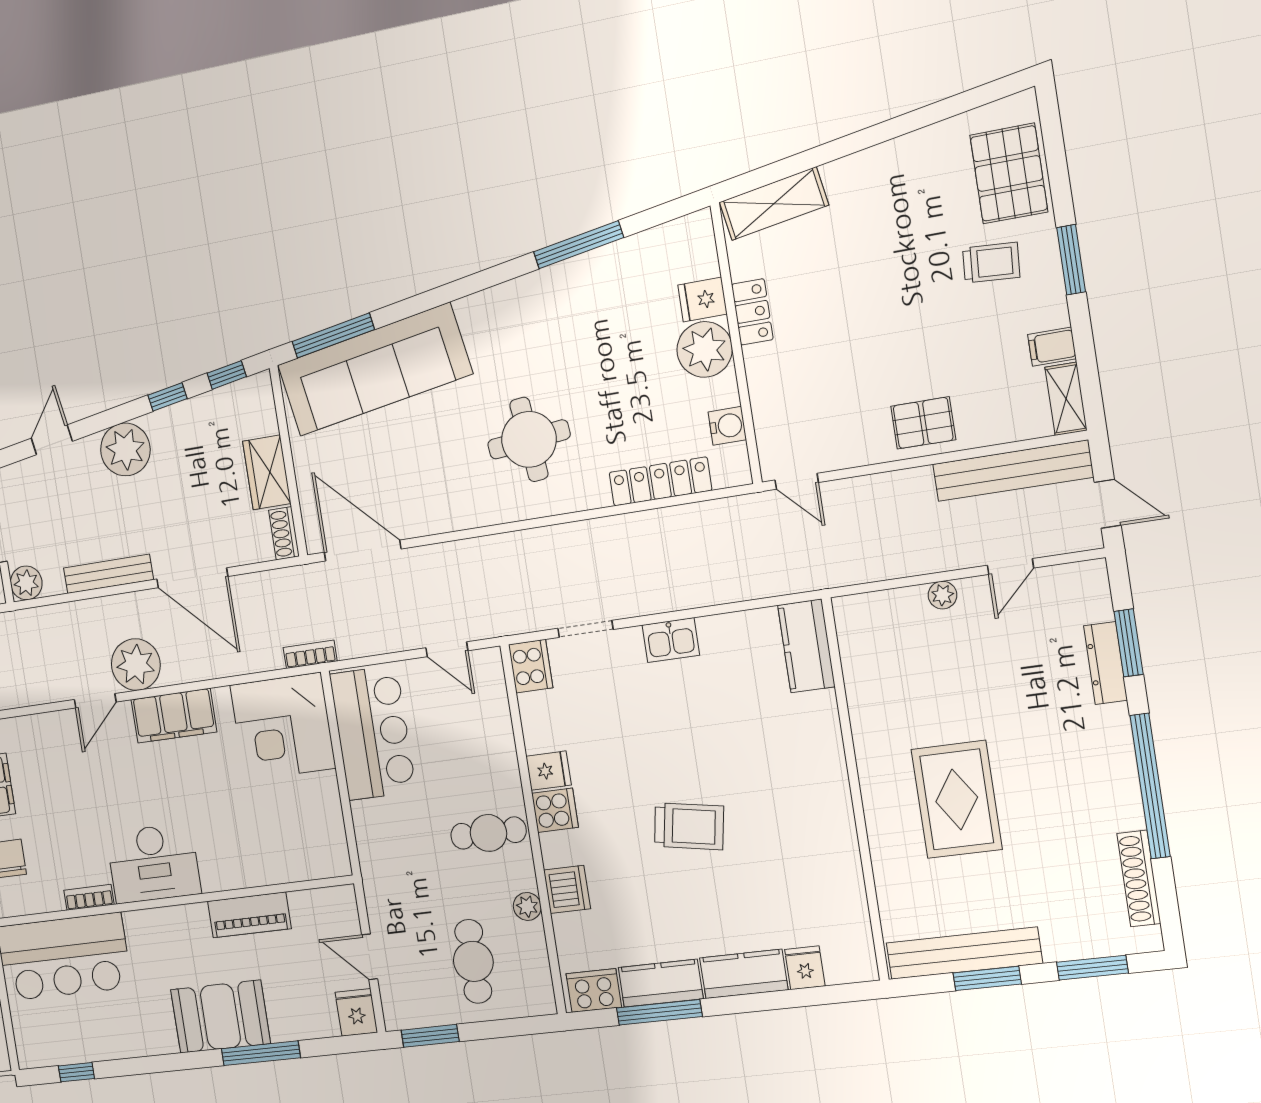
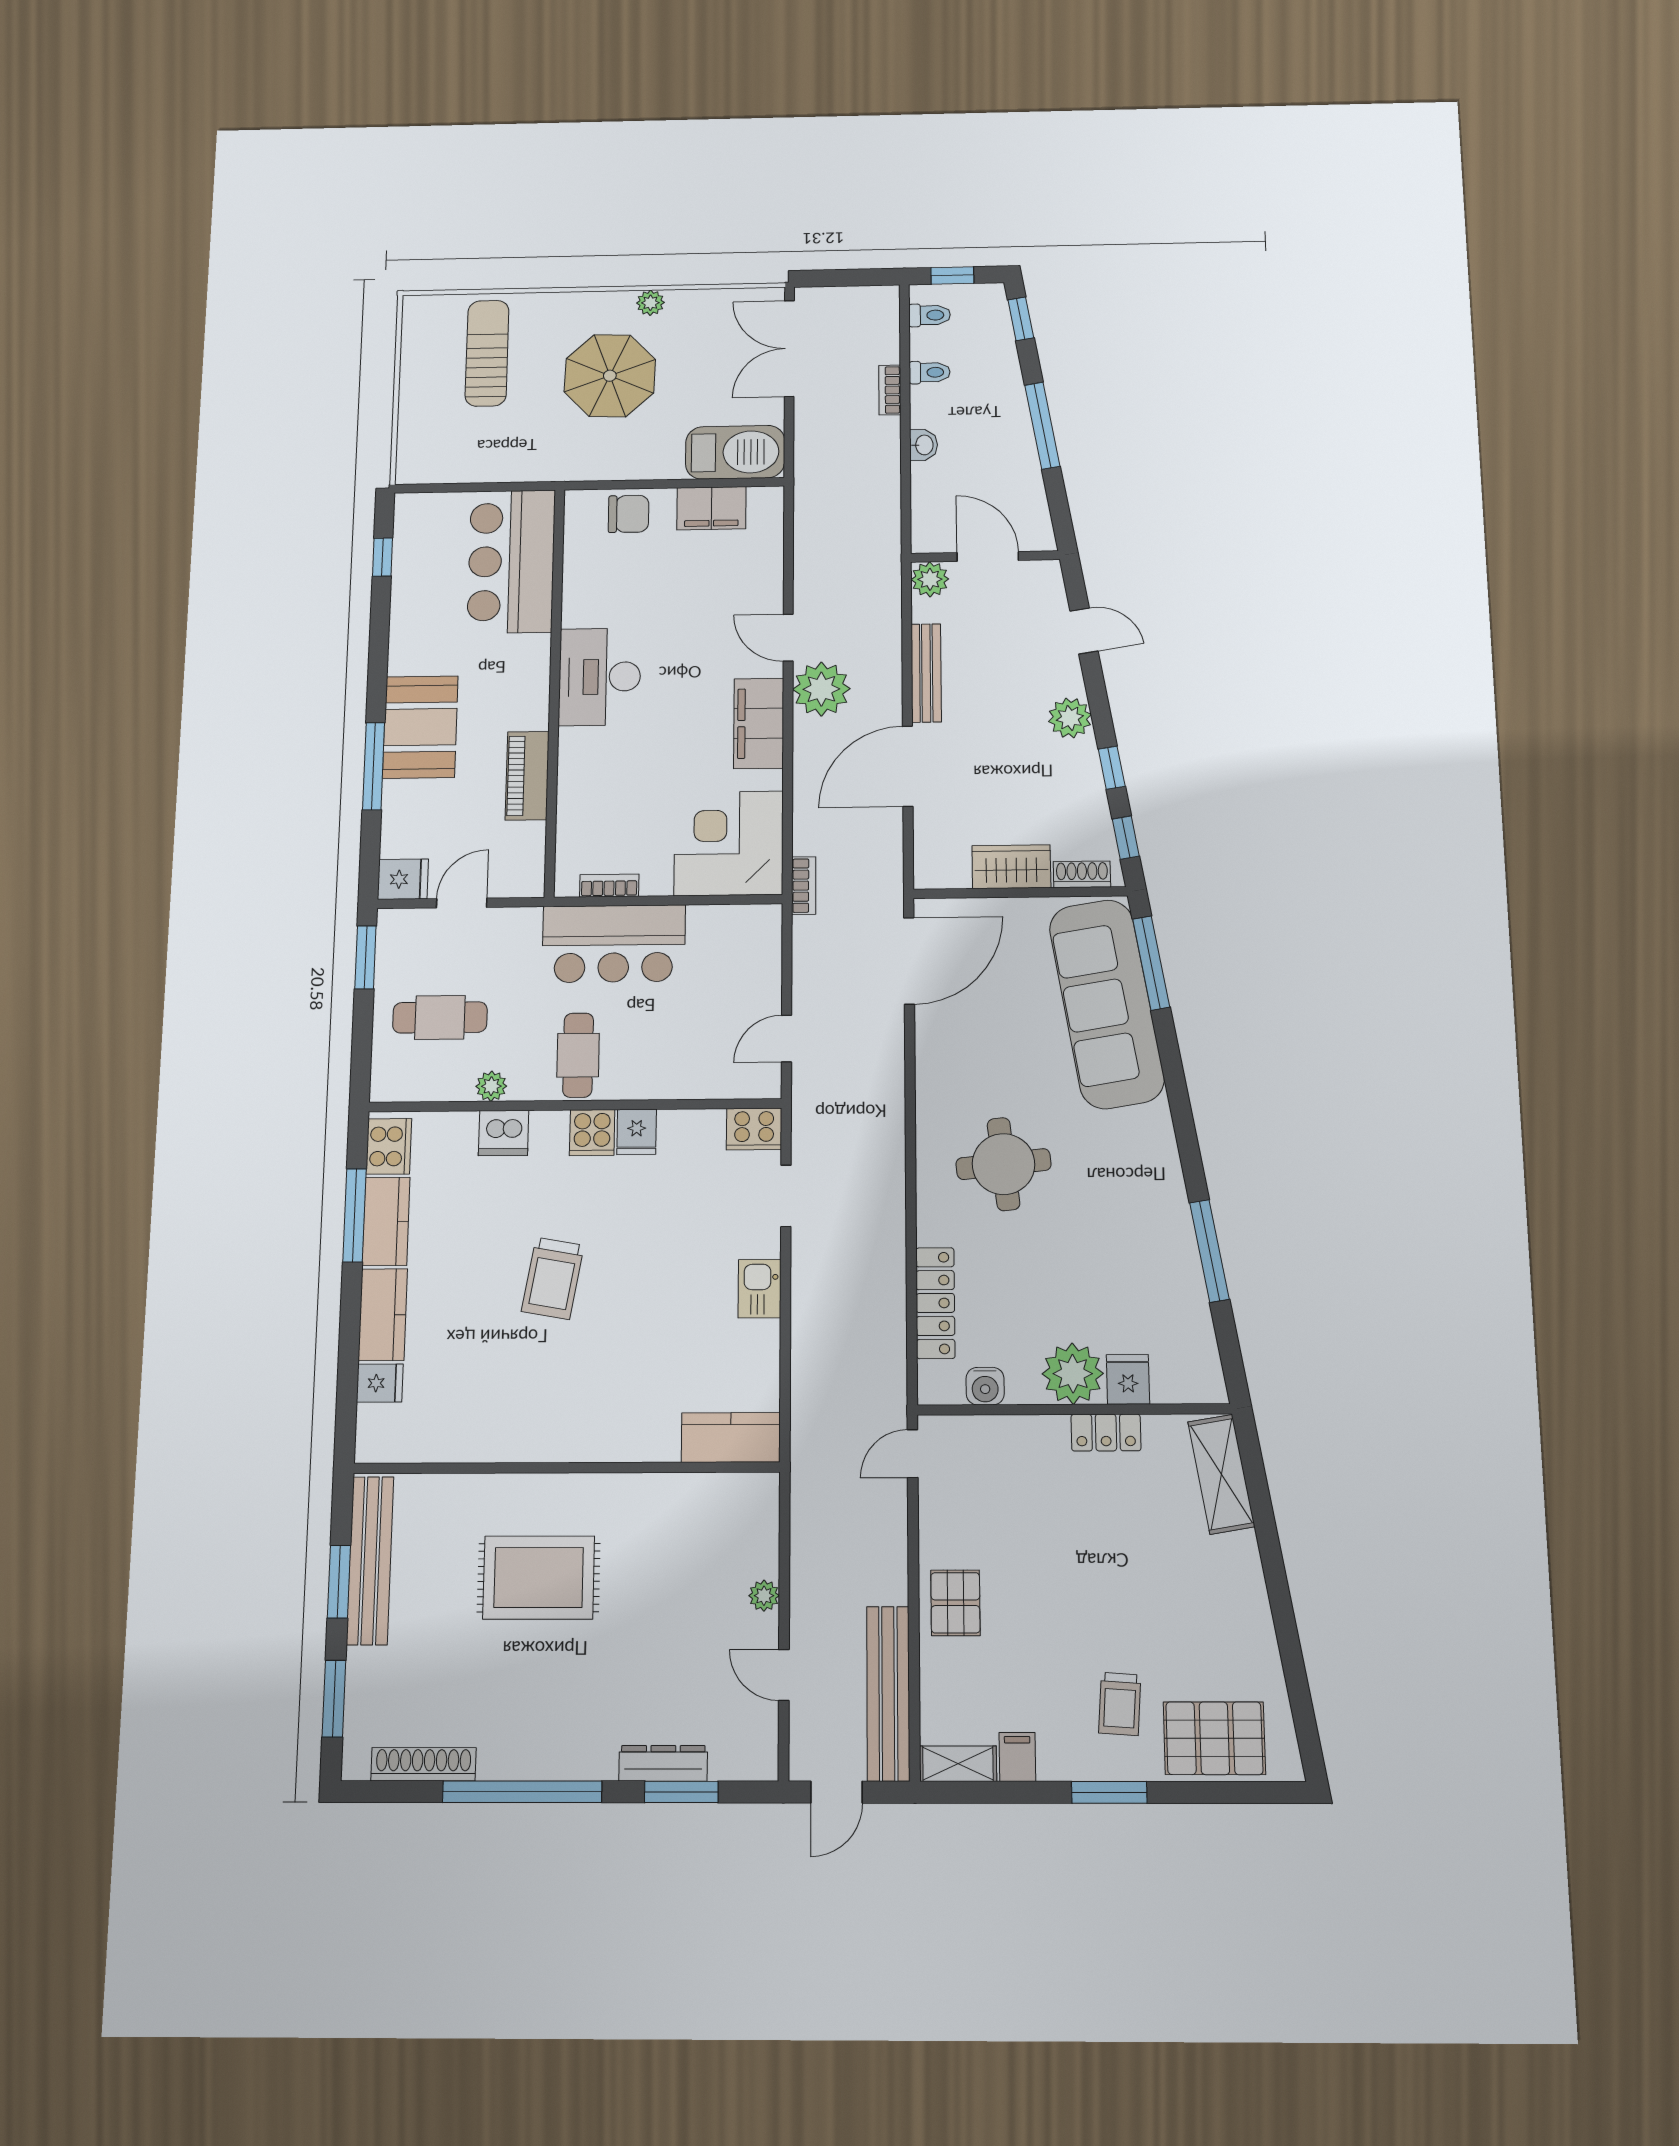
plant: (125, 449) -> (1070, 718), width x0.73, depth x0.73
shoe rack: (284, 533) -> (1082, 874), moved
bar counter: (373, 733) -> (614, 944), moved
bookcase: (89, 897) -> (609, 886), moved, turned -90

